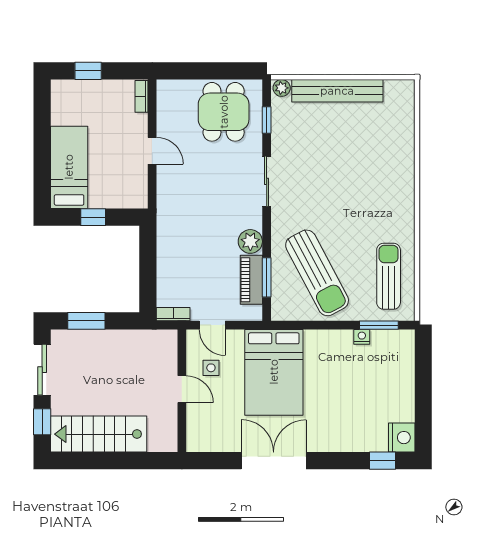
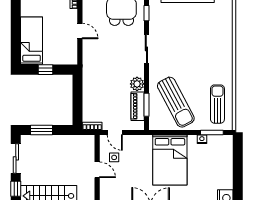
bed: (274, 372) -> (170, 160), moved

